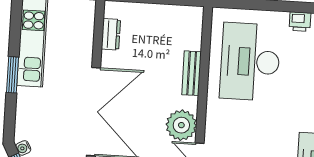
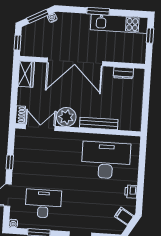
bench: (192, 73) -> (99, 124), width x1.36

